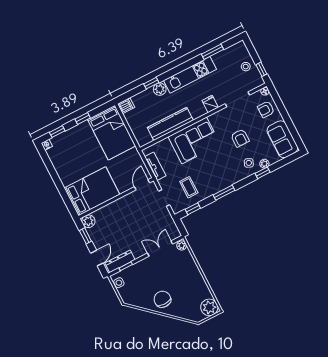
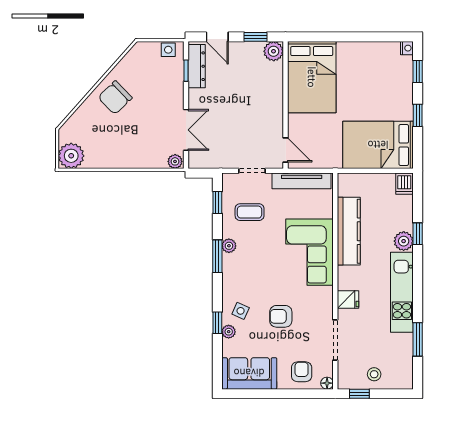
tv unit: (155, 166) -> (302, 181), width x1.41
plant: (214, 189) -> (229, 246), added
chair: (162, 299) -> (115, 98), turned 136

